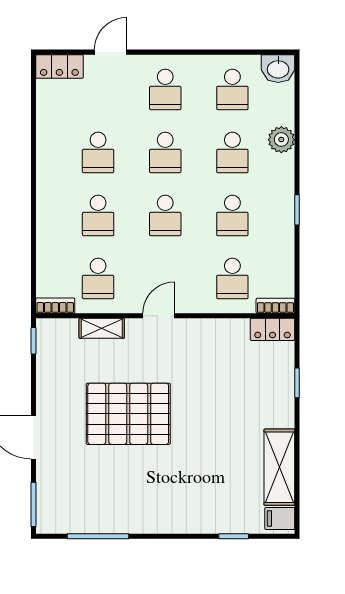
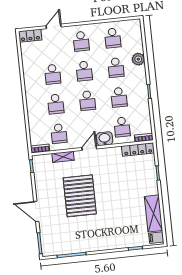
washbasin: (278, 69) -> (105, 139), moved, turned 180
locker: (272, 329) -> (138, 150), width x1.53
pallet: (128, 414) -> (80, 196), turned 90

